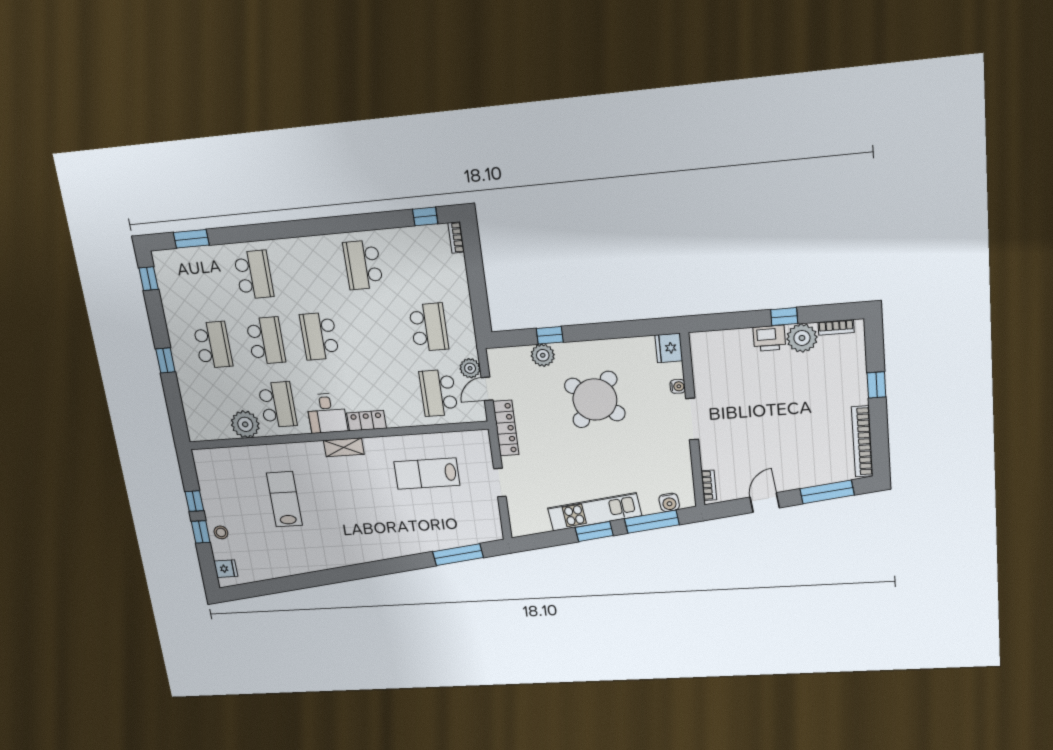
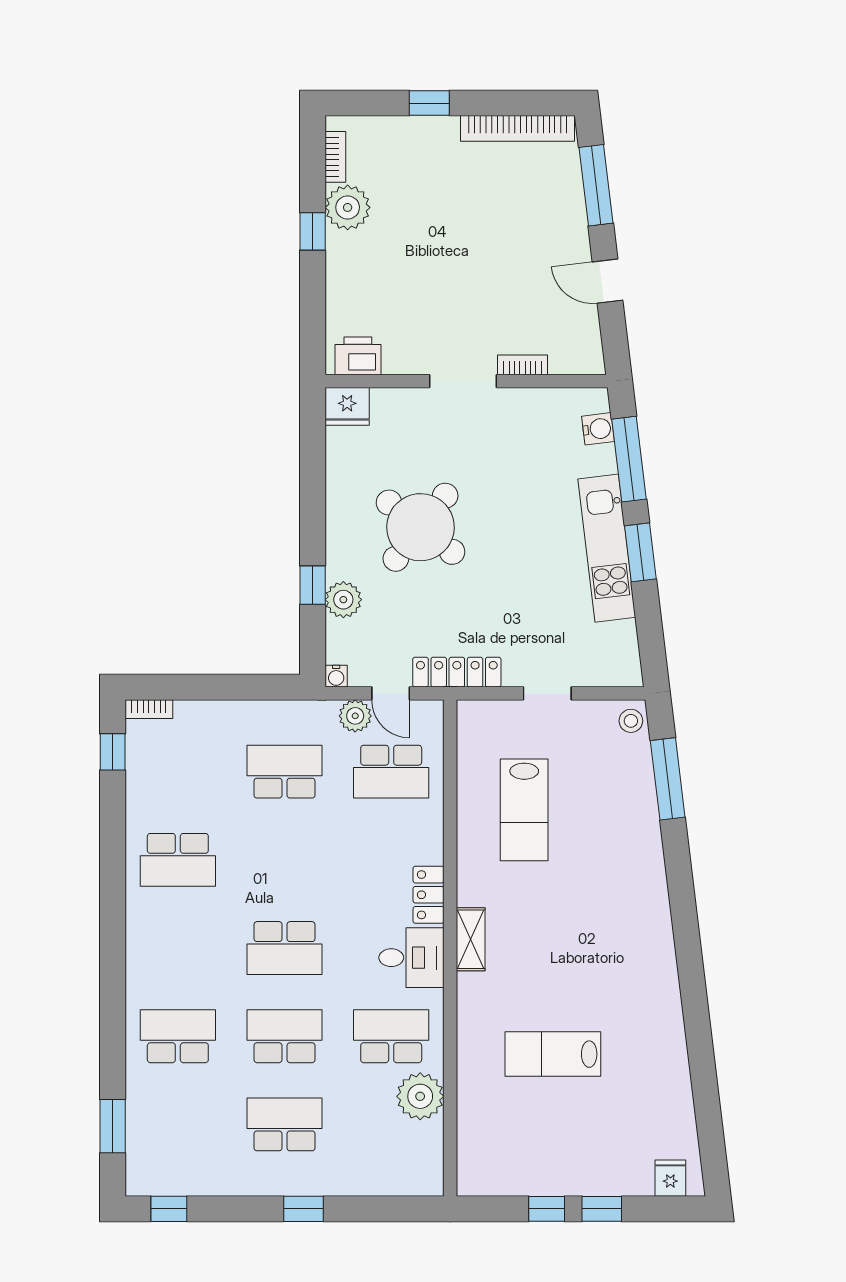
printer: (769, 338) -> (358, 356), moved, turned -90
water cooler: (678, 386) -> (336, 676), moved, turned 180
bookcase: (709, 485) -> (523, 365), moved
stool: (221, 532) -> (631, 721), moved

